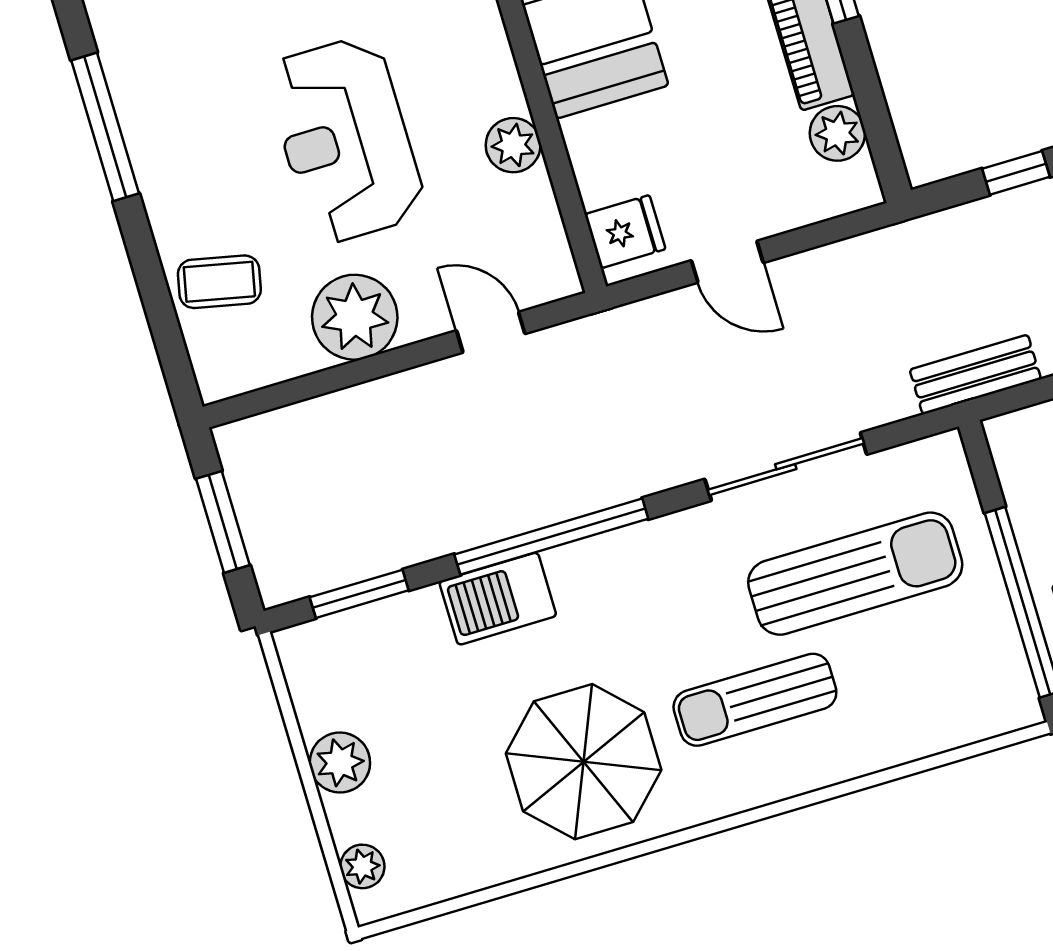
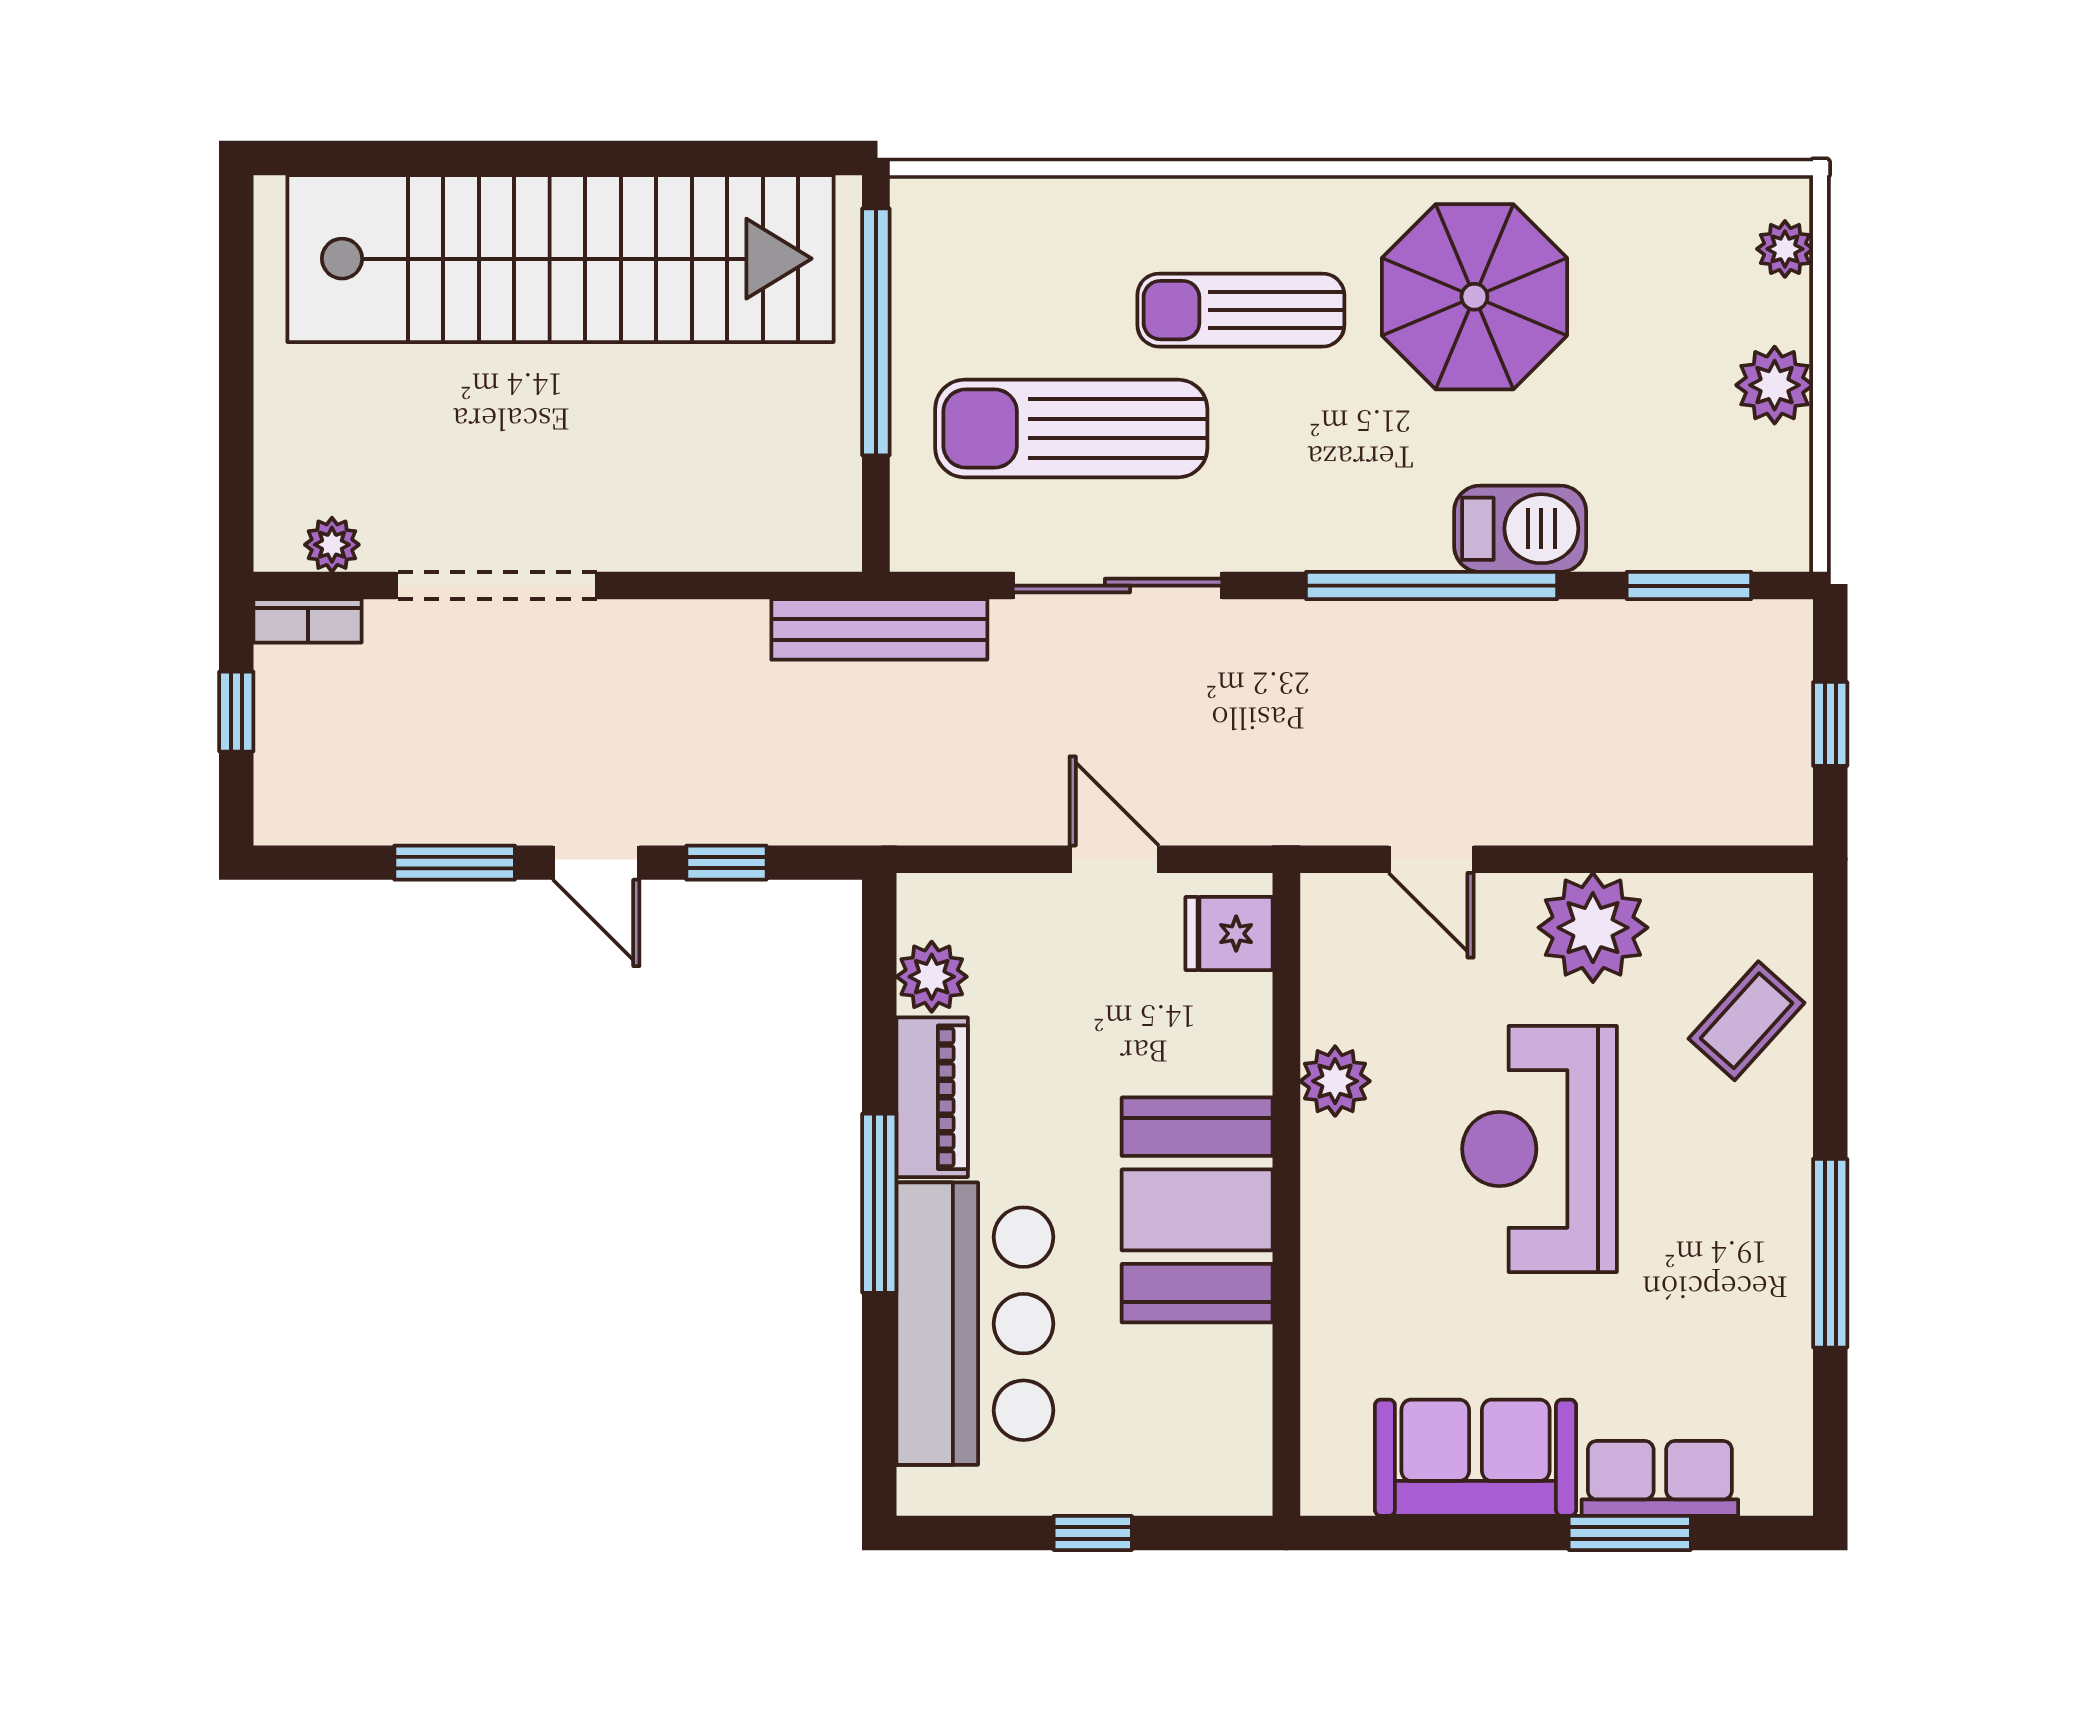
reception desk: (345, 140) -> (1540, 1149), turned 180
coffee table: (219, 282) -> (1746, 1021), turned -60
bench: (975, 374) -> (879, 629), width x1.36
window: (223, 522) -> (1830, 724), width x0.67
sun lounger: (755, 700) -> (1241, 310), turned 180

